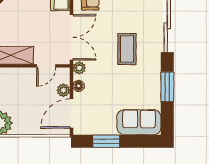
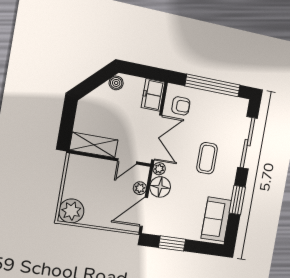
floor lamp: (79, 86) -> (160, 187), width x1.89, depth x1.89
sofa: (139, 122) -> (216, 219), moved, turned -90

